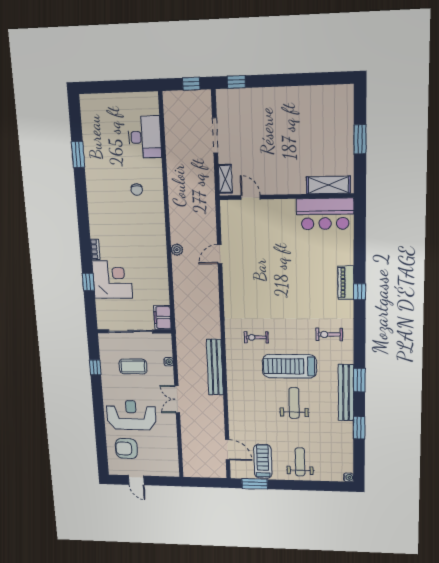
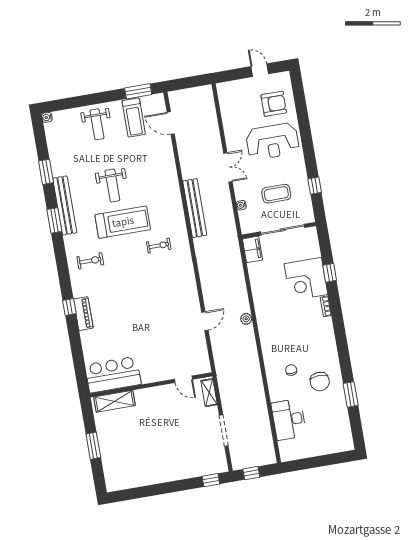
chair: (109, 173) -> (320, 382), added

